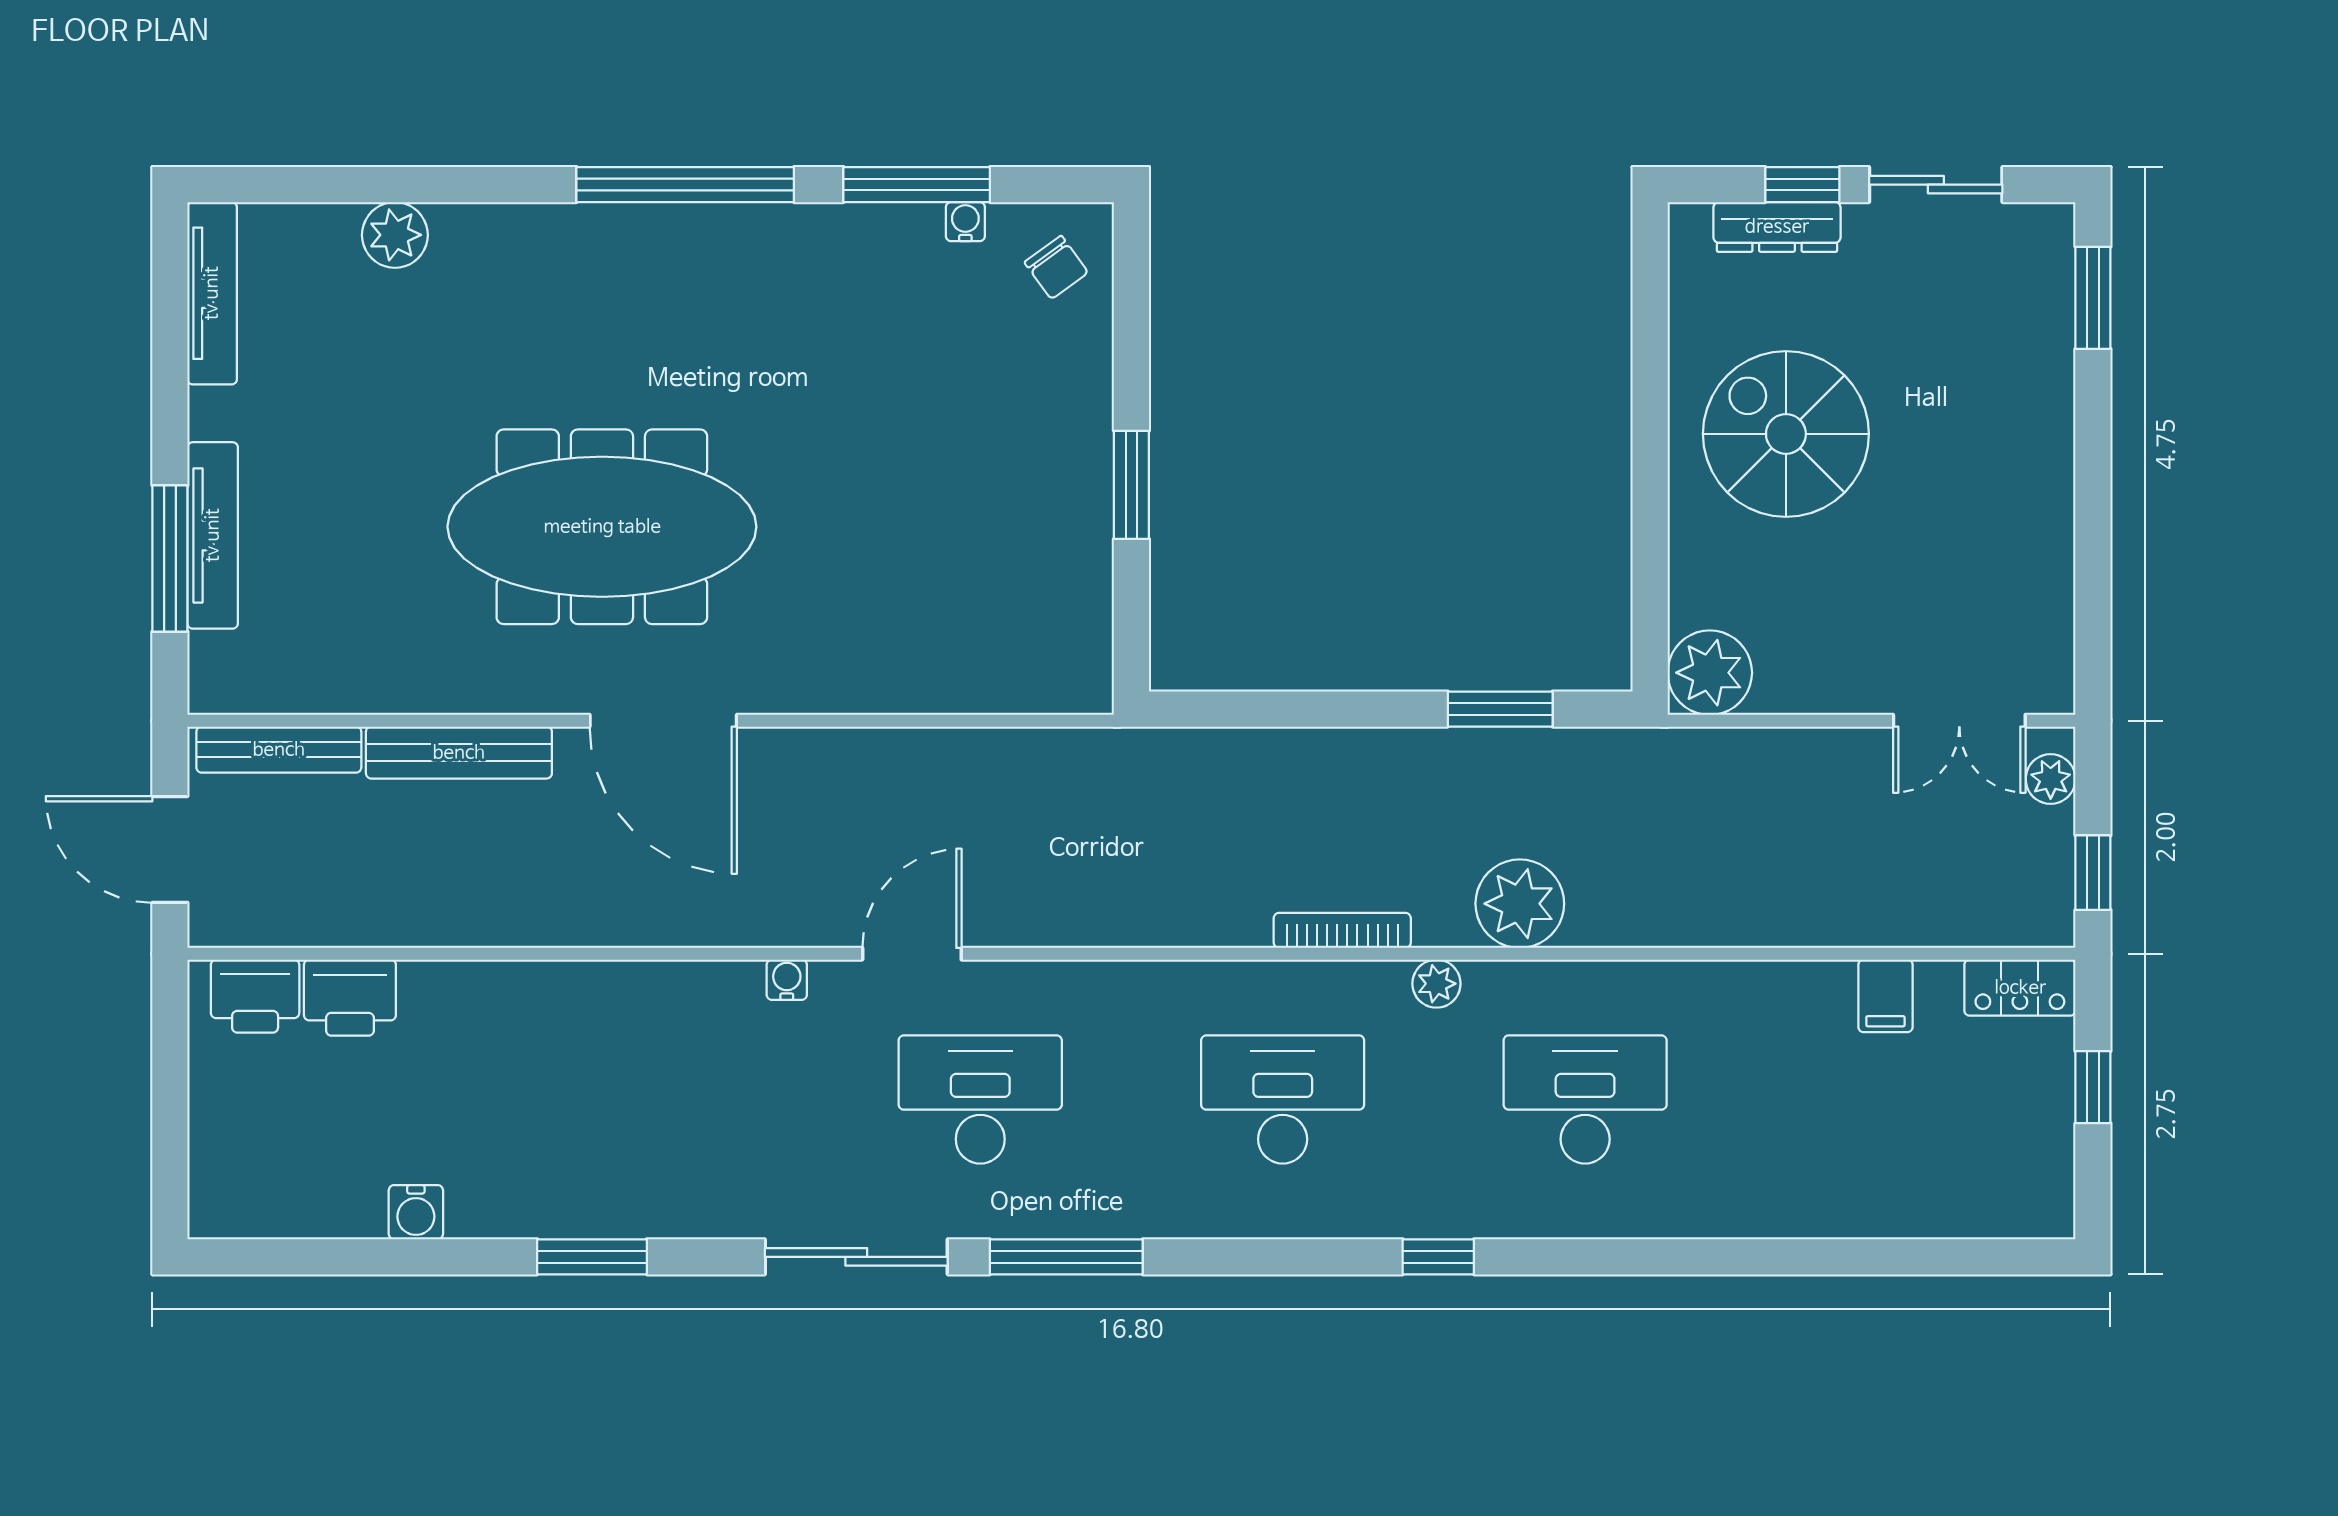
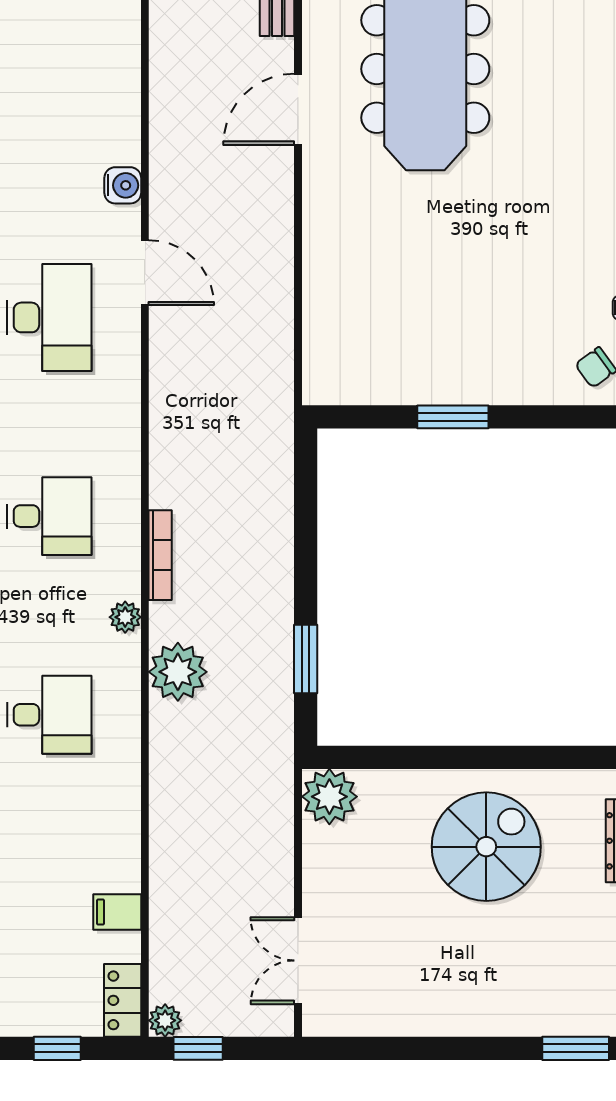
door: (663, 721) -> (298, 109), width x0.73
plant: (2051, 779) -> (165, 1020), moved
water cooler: (787, 980) -> (123, 185), width x1.38, depth x1.38
desk: (1283, 1099) -> (49, 516), width x0.73
desk: (1585, 1099) -> (49, 715), width x0.73

